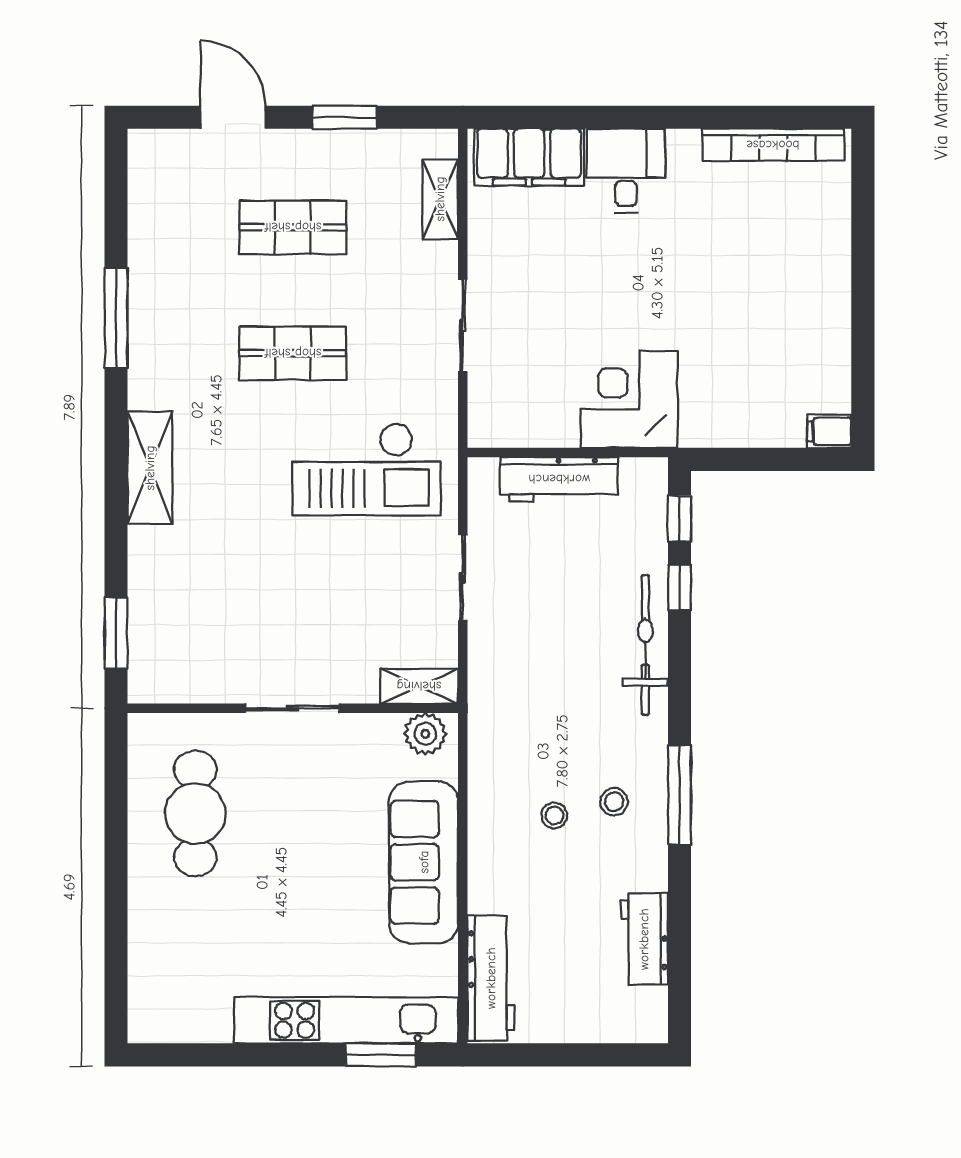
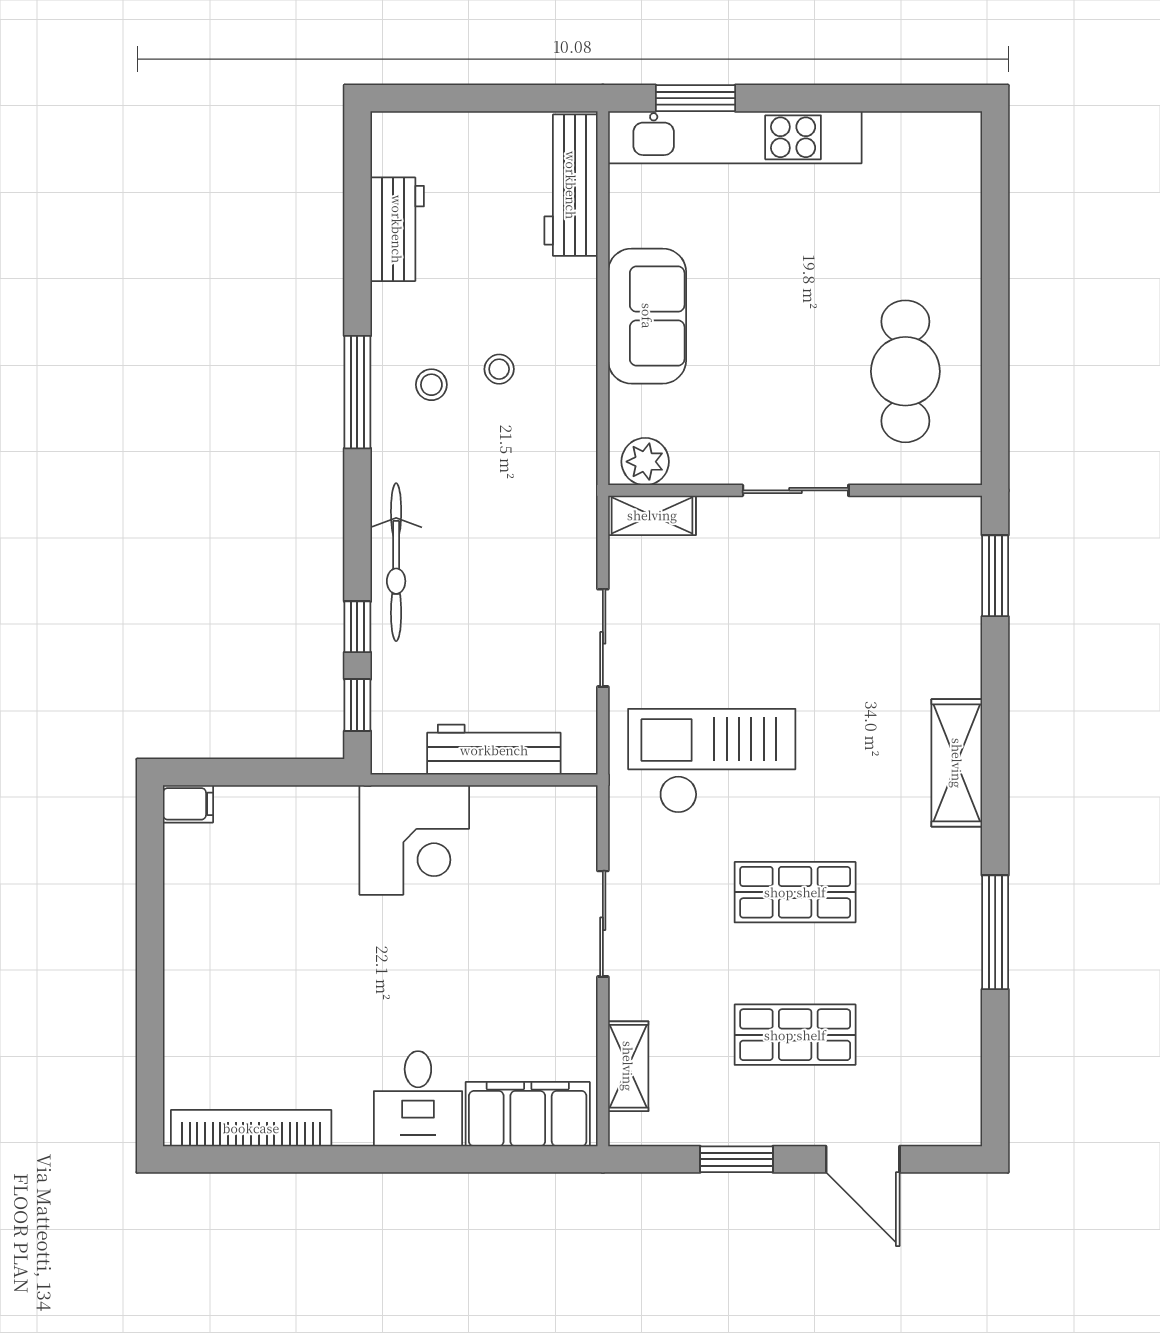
sofa: (424, 862) -> (647, 316), width x0.73

